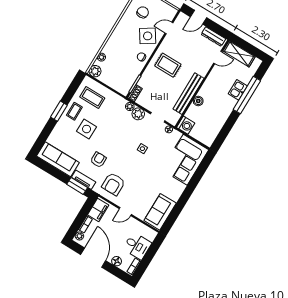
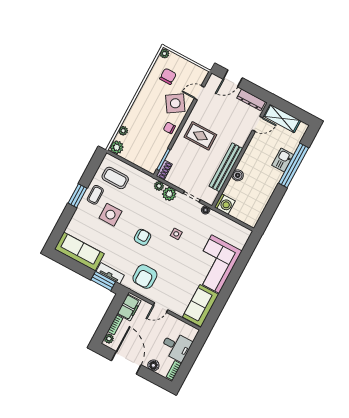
armchair: (98, 160) -> (143, 237), moved
corner sofa: (185, 160) -> (216, 264), moved

